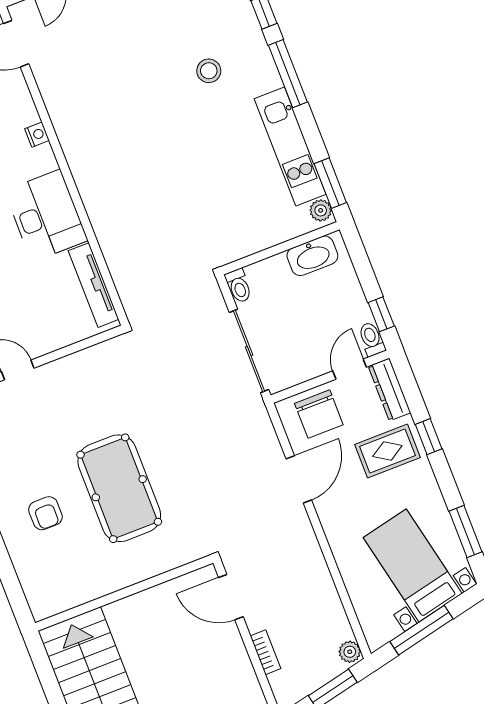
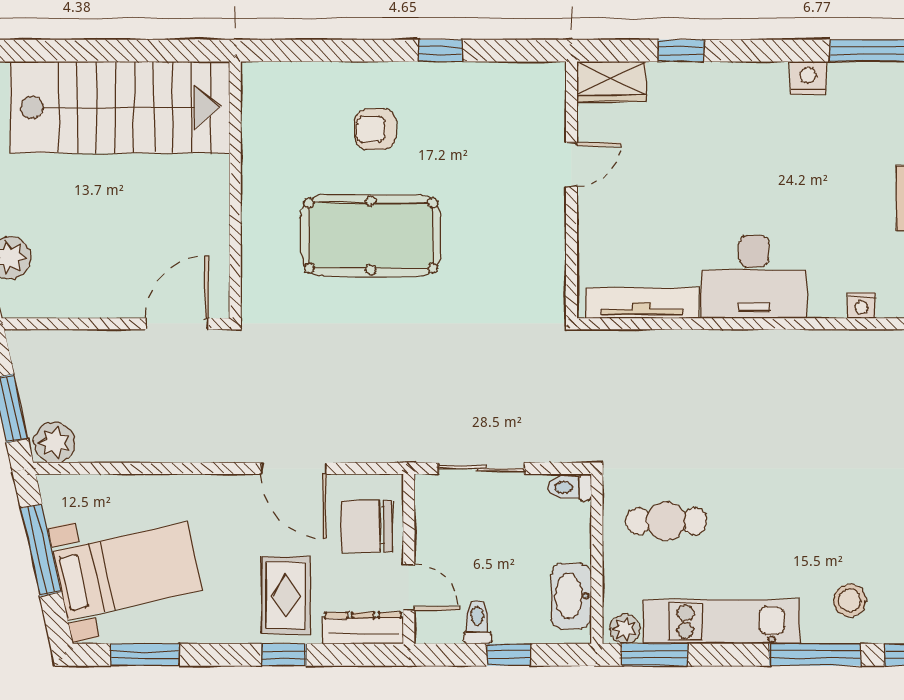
stool: (209, 71) -> (850, 600), moved
cafe table: (236, 211) -> (666, 521), added
window: (381, 314) -> (509, 655), moved
toilet: (372, 339) -> (477, 622), moved, turned -90
sliding door: (249, 351) -> (481, 468), width x0.73
bookcase: (265, 652) -> (90, 341), removed
plant: (350, 652) -> (55, 443), width x1.38, depth x1.38

